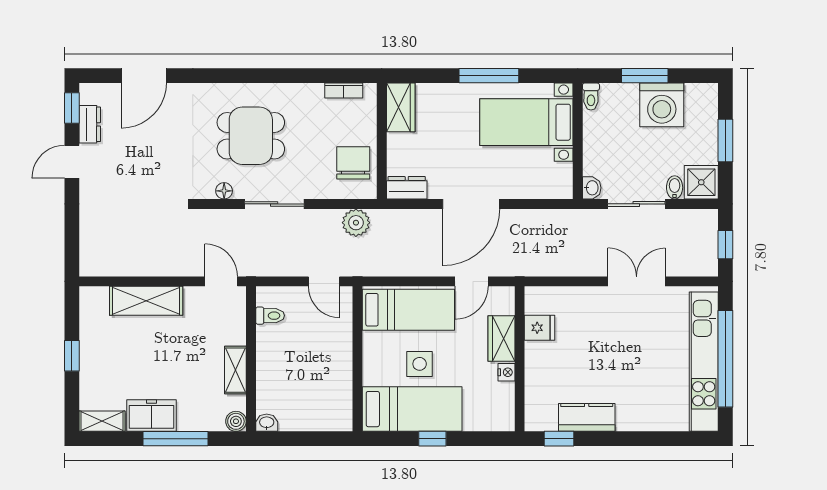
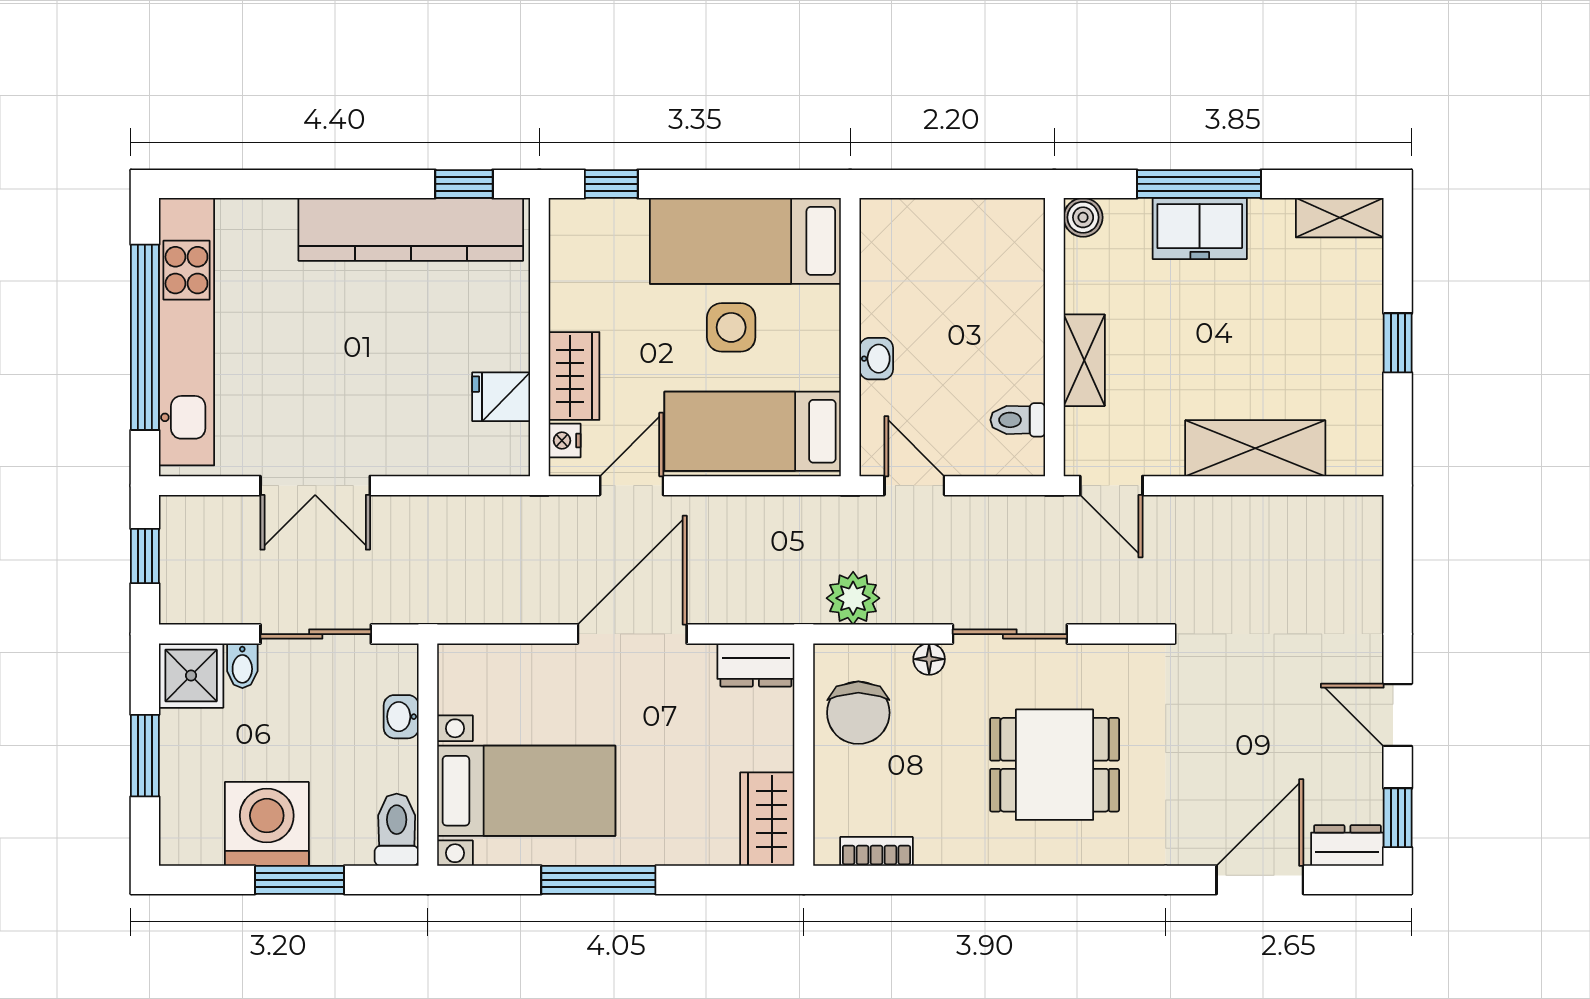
toilet: (591, 97) -> (397, 830), width x1.37, depth x1.39
dresser: (90, 124) -> (1347, 846), moved, turned 90
door: (72, 162) -> (1398, 715), swing flipped
washbasin: (592, 188) -> (401, 717), moved
floor lamp: (224, 191) -> (929, 659), moved
shelving: (235, 370) -> (1084, 360), moved
nightstand: (506, 372) -> (565, 441), moved
freezer: (151, 415) -> (1200, 228), moved
kitchen counter: (587, 417) -> (411, 229), width x2.08, depth x1.17
washbasin: (267, 423) -> (876, 359), moved, turned -90
window: (432, 439) -> (611, 184), moved

